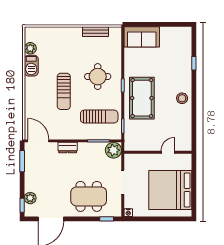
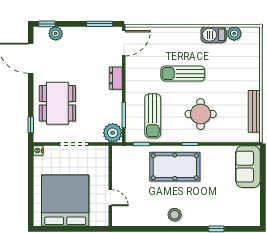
bench: (95, 32) -> (254, 111), width x1.36

